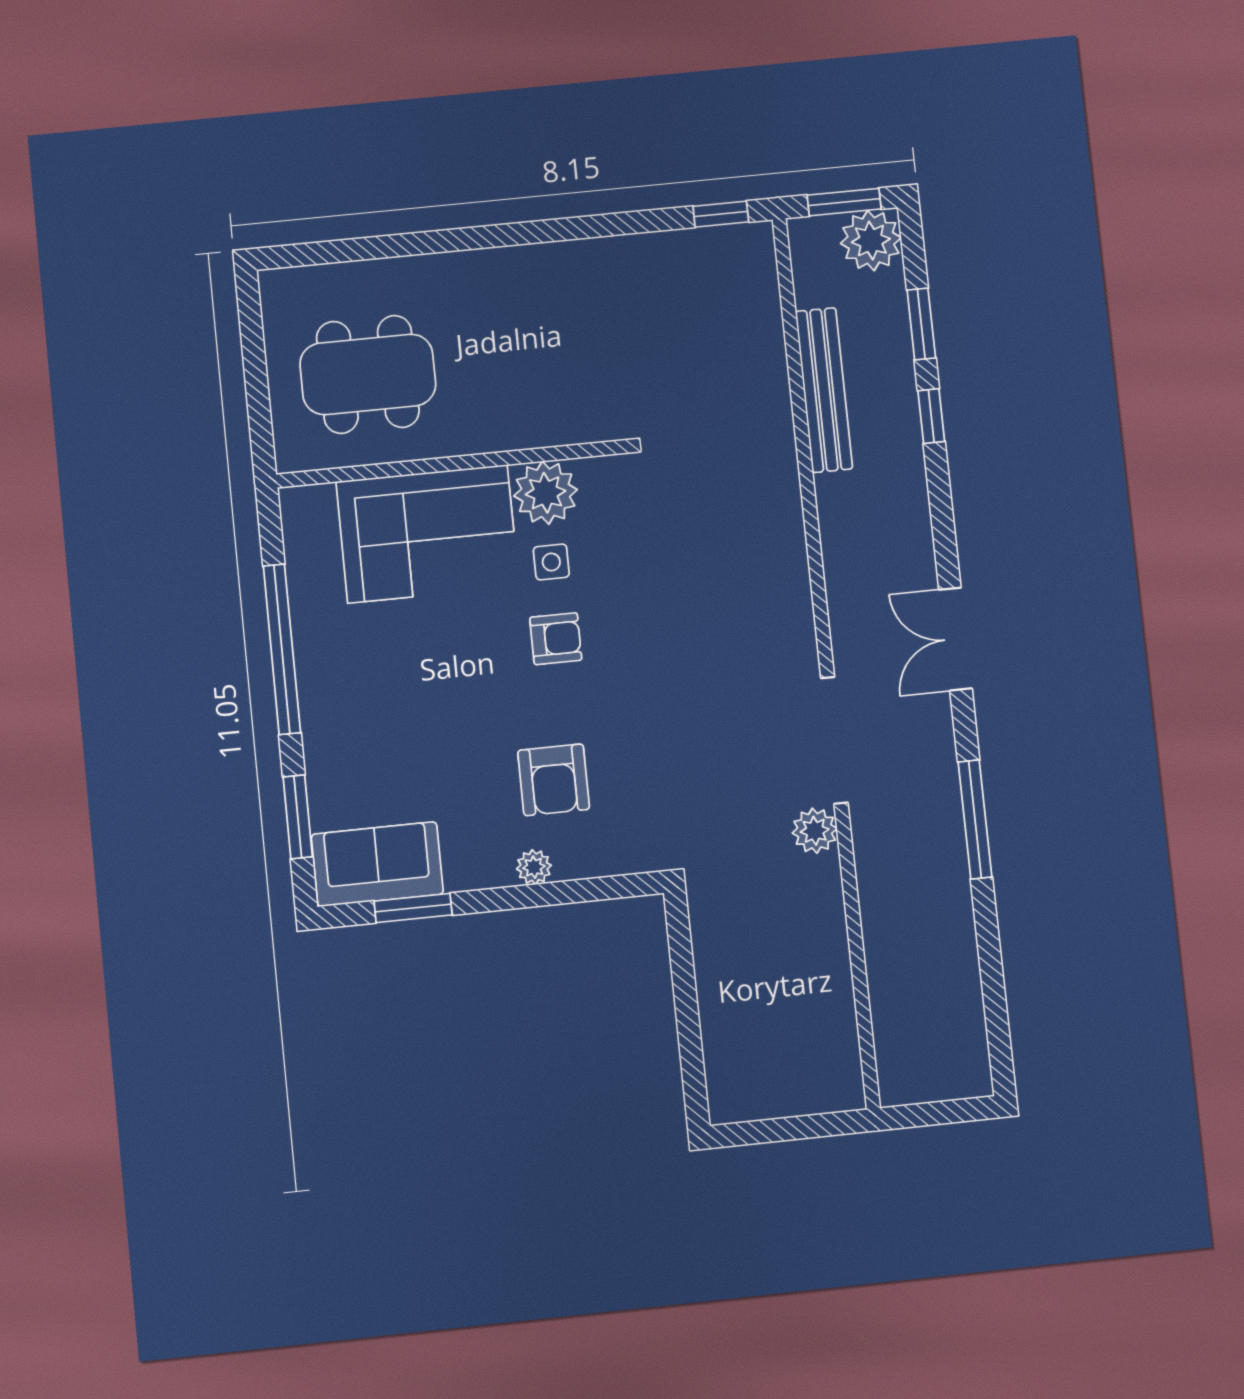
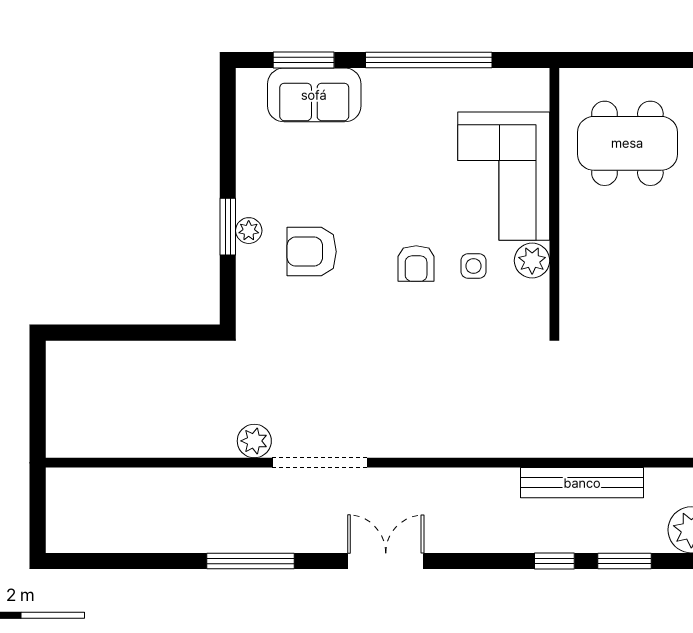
dining table: (368, 374) -> (627, 143), turned 90
plant: (546, 493) -> (532, 261), width x0.73, depth x0.73
sofa: (377, 864) -> (314, 95), moved, turned 90
window: (413, 908) -> (228, 227), moved

